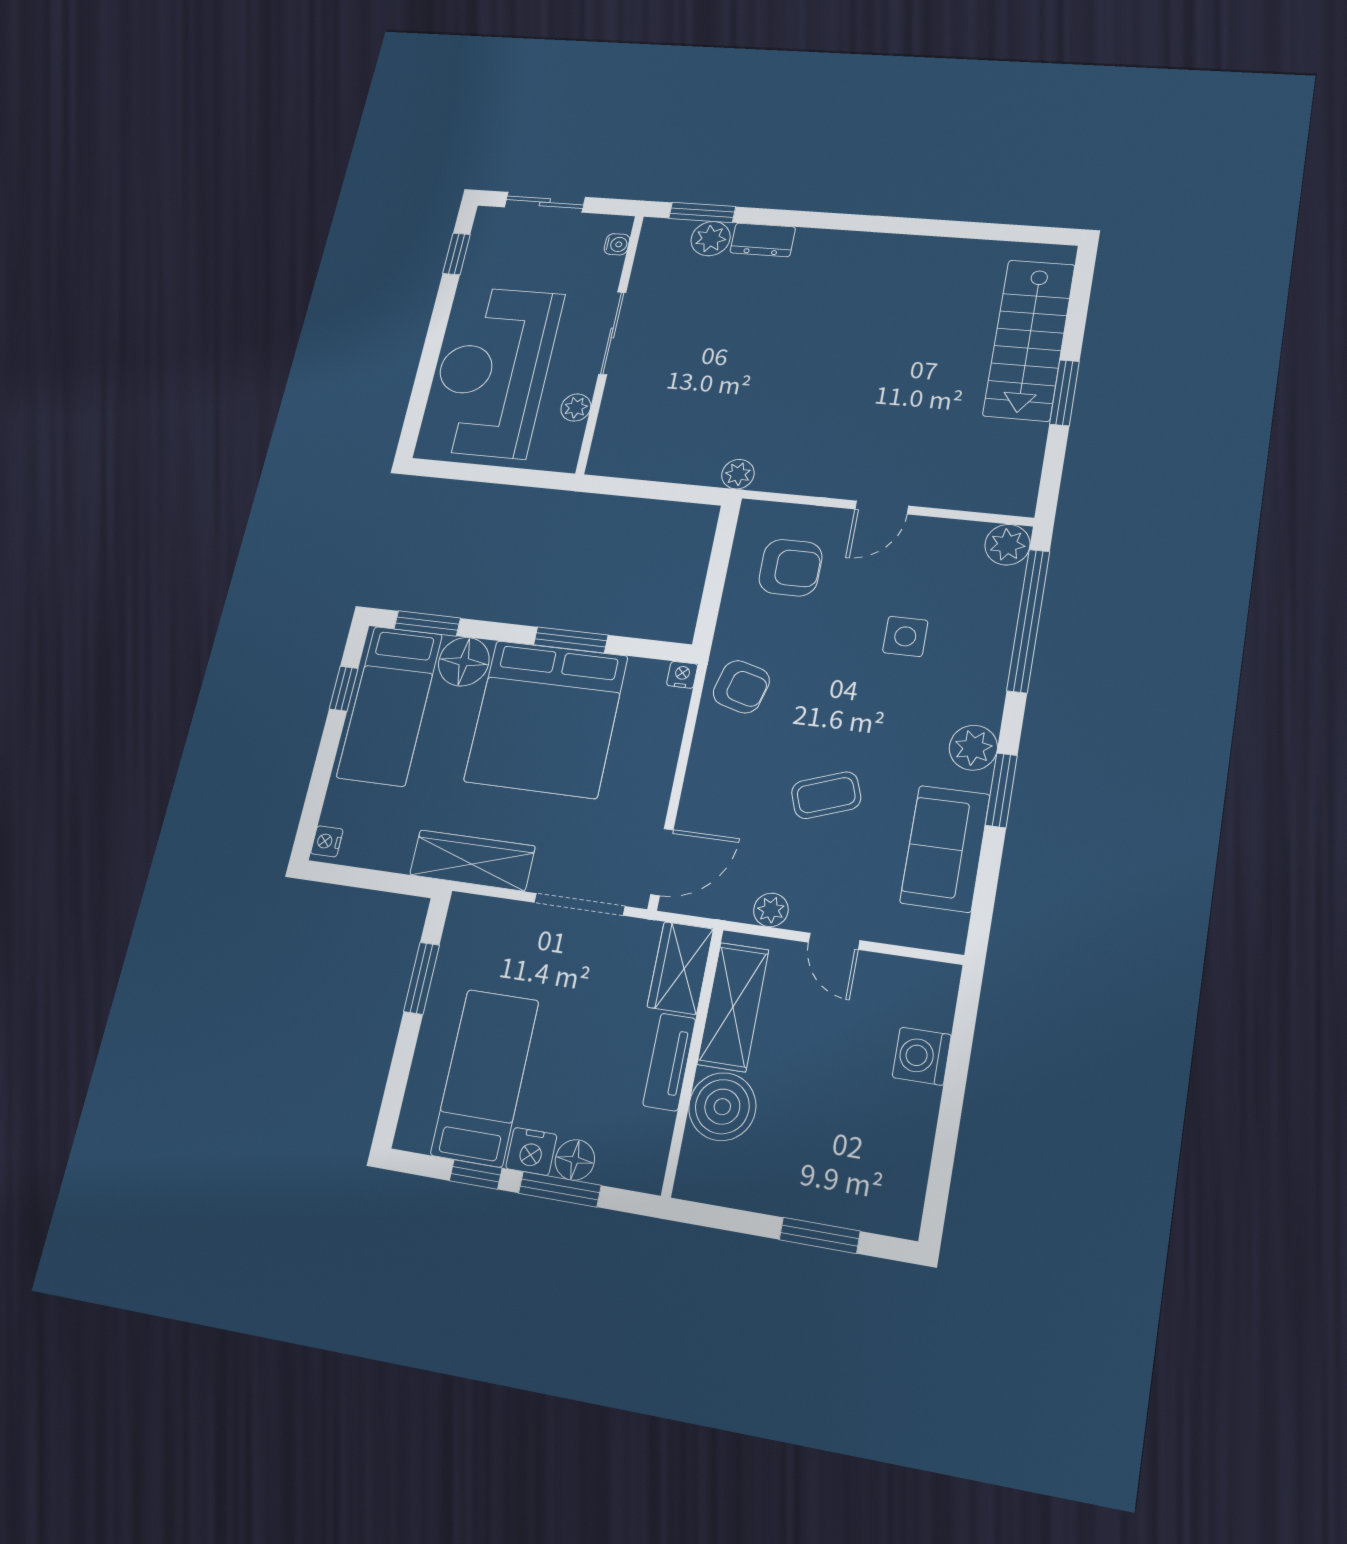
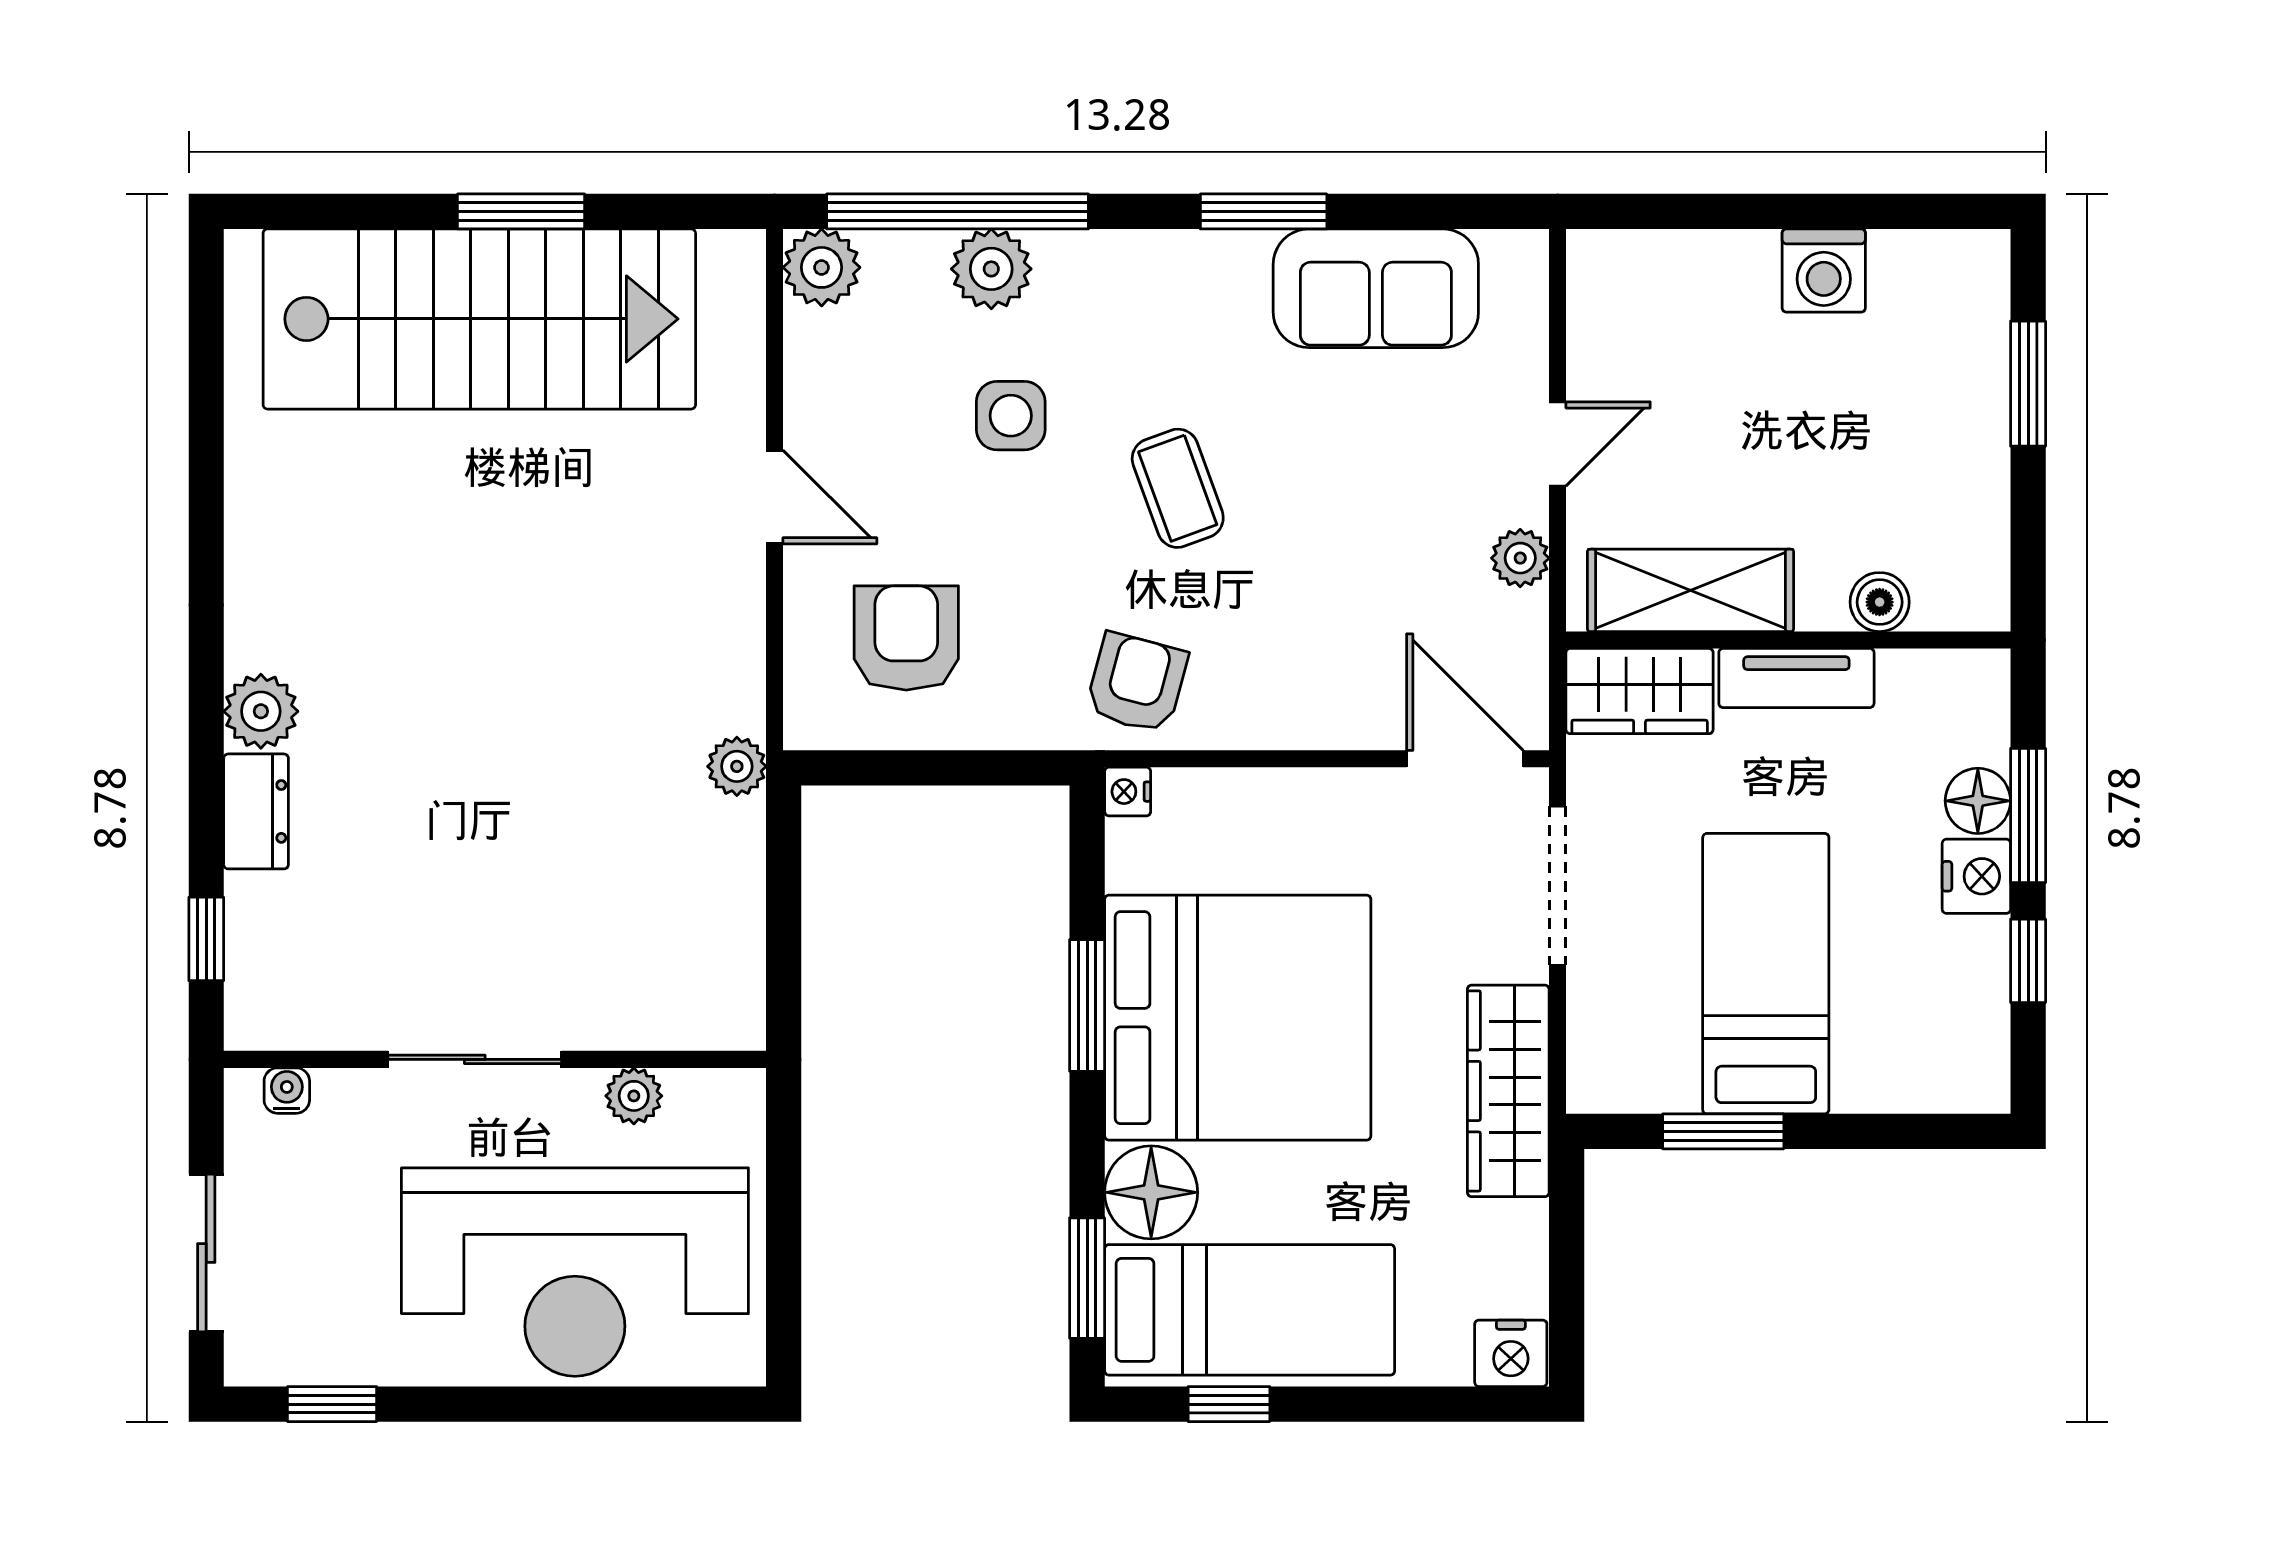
window: (702, 213) -> (206, 939), width x0.67
plant: (711, 239) -> (261, 711), moved
stairs: (1029, 340) -> (479, 319), width x1.36, depth x1.51
plant: (973, 748) -> (991, 269), moved
coffee table: (826, 795) -> (1178, 488), moved
nightstand: (327, 841) -> (1511, 1353), width x1.39, depth x1.35
washing machine: (922, 1056) -> (1824, 271), moved
bed: (485, 1077) -> (1766, 974), moved, turned 90
boiler: (722, 1107) -> (1880, 602), width x0.54, depth x0.54

